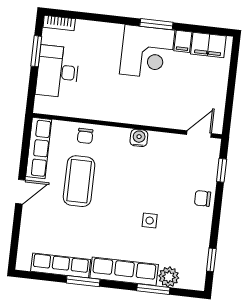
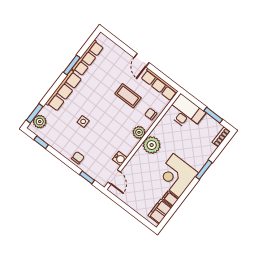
window: (156, 24) -> (204, 170), moved
desk: (58, 72) -> (186, 113), moved
plant: (126, 110) -> (152, 145), added
plant: (119, 137) -> (139, 132), added
water cooler: (139, 138) -> (120, 159), moved
coffee table: (79, 181) -> (128, 96), width x0.73, depth x0.76
plant: (169, 277) -> (40, 122), moved
window: (153, 289) -> (35, 113), moved

